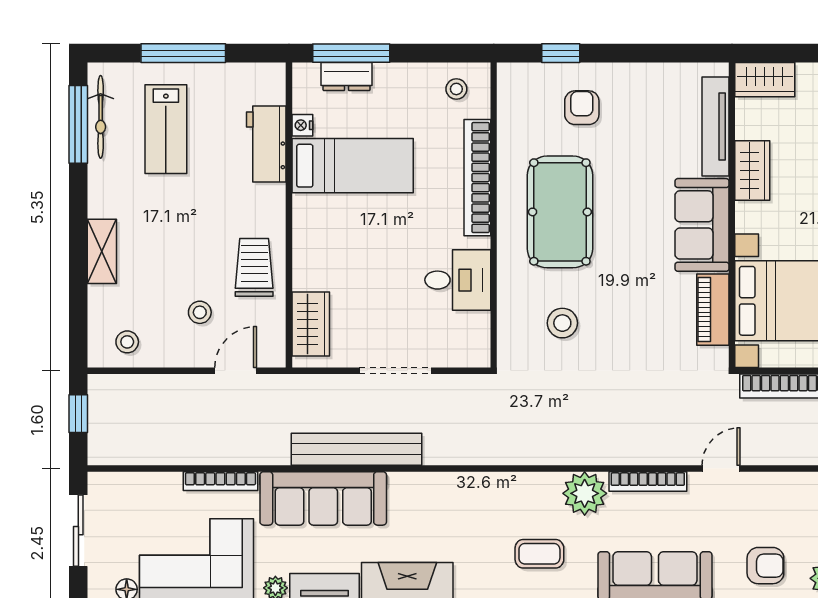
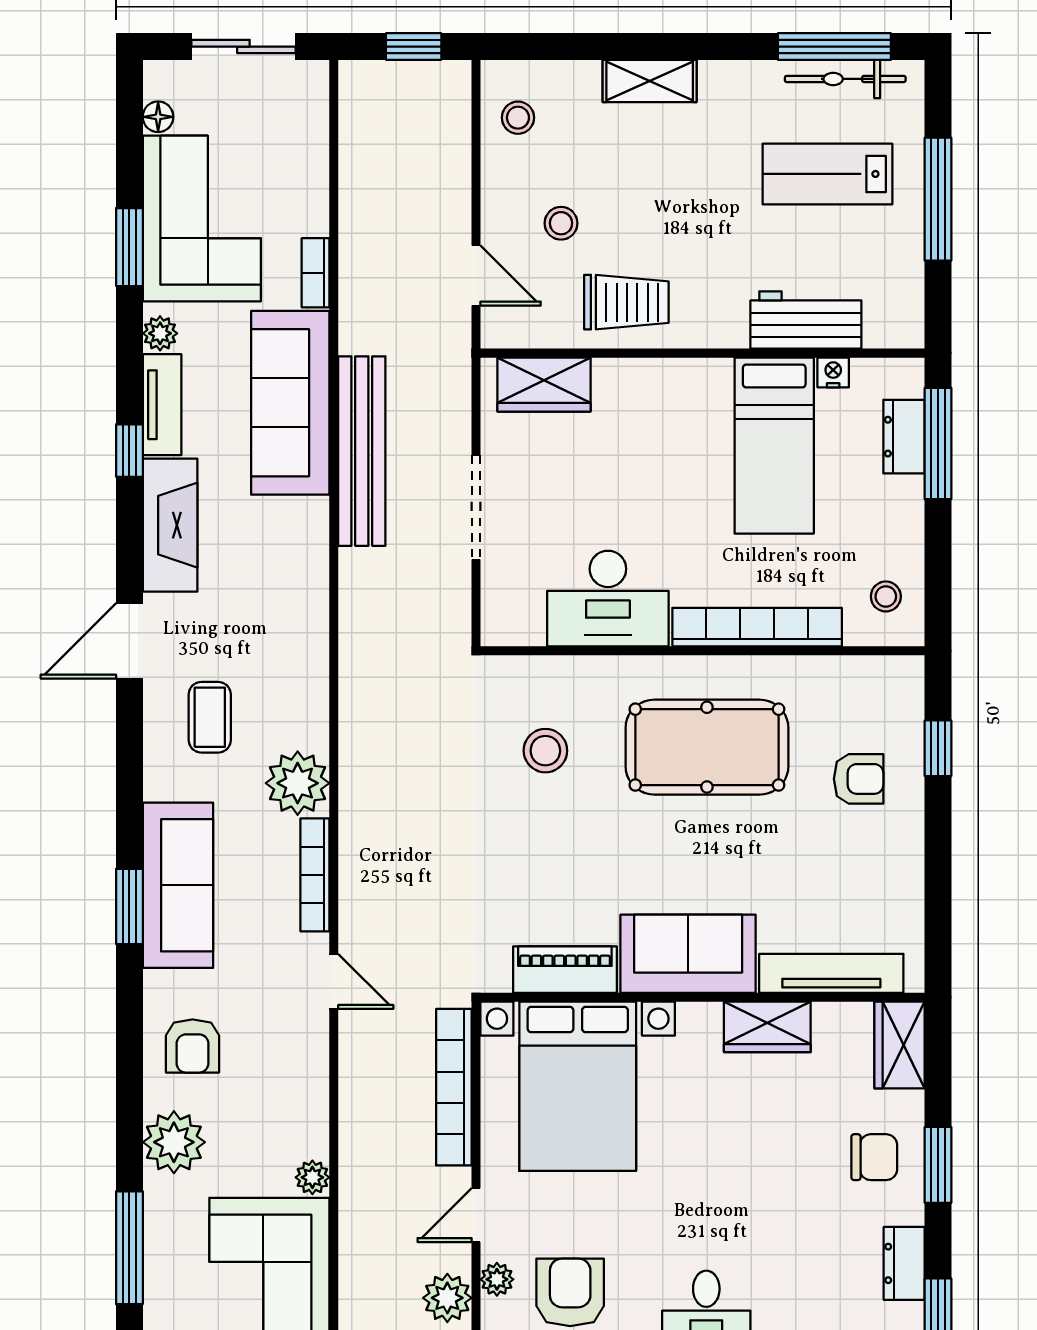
desk: (458, 280) -> (608, 599), width x1.37
bookcase: (220, 481) -> (316, 273), width x0.64

